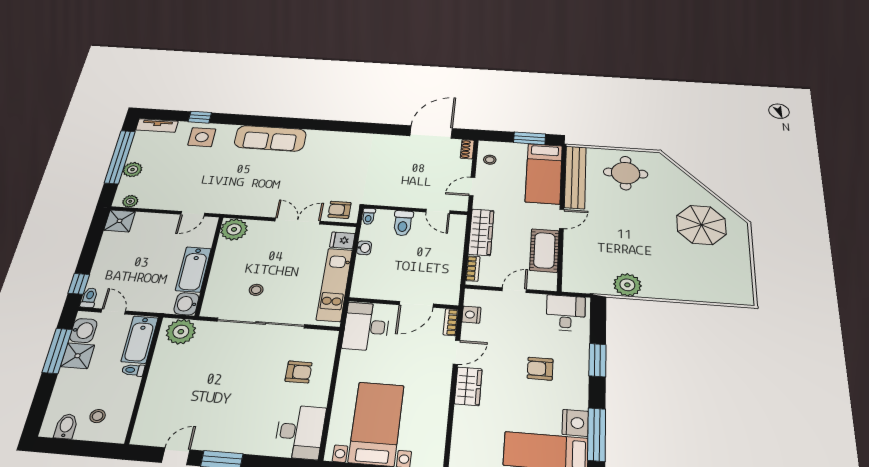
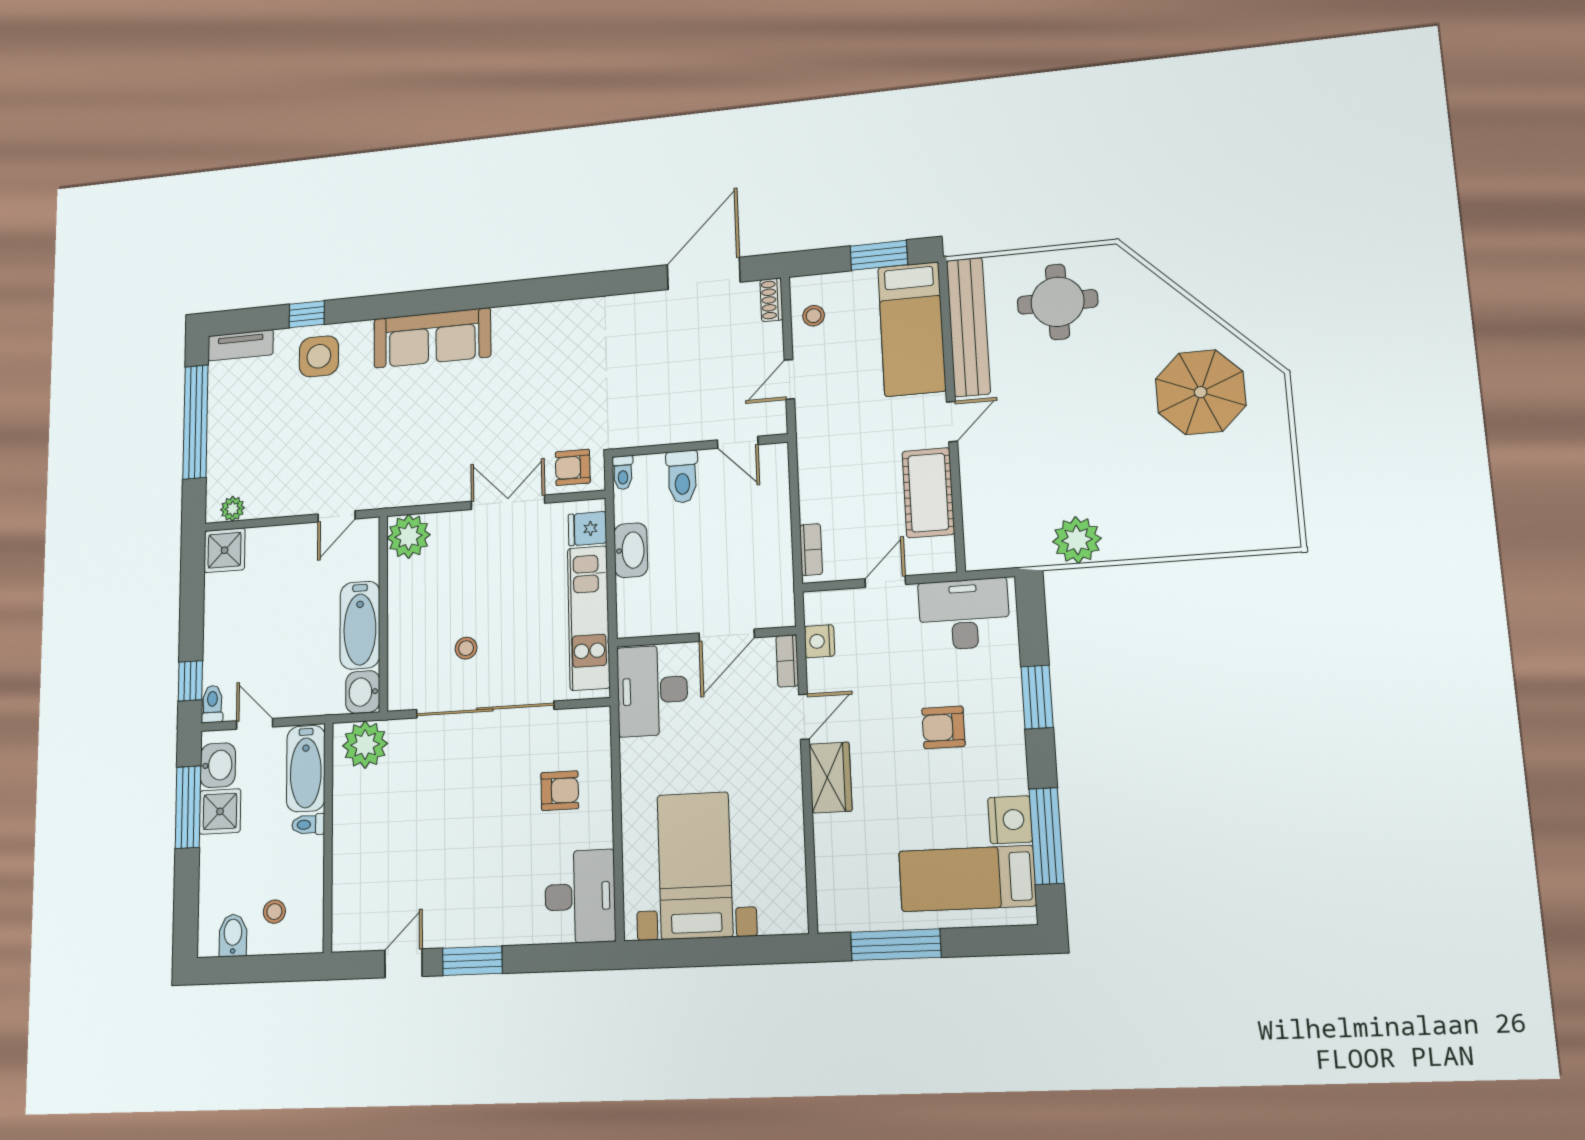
plant: (133, 170) -> (222, 444), removed
wardrobe: (481, 232) -> (816, 473), removed
washbasin: (364, 248) -> (631, 550), width x1.91, depth x1.45
desk: (566, 313) -> (964, 614), width x1.37

